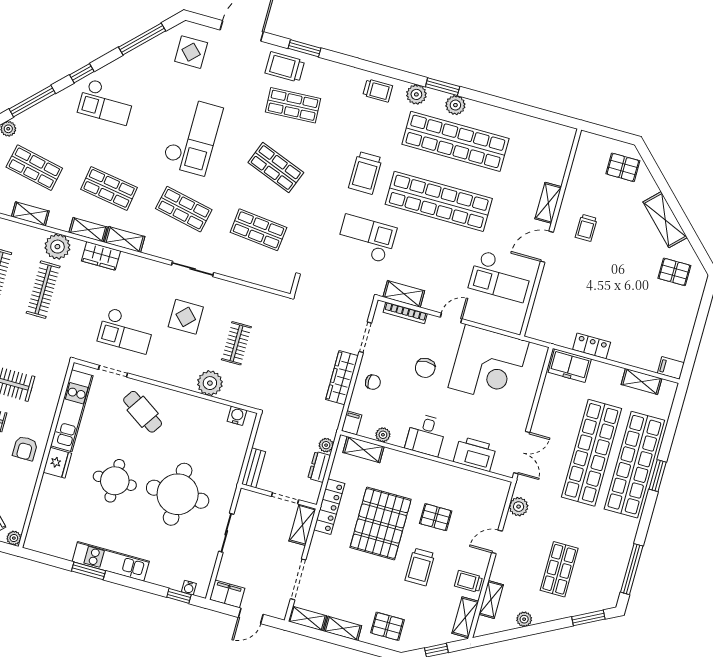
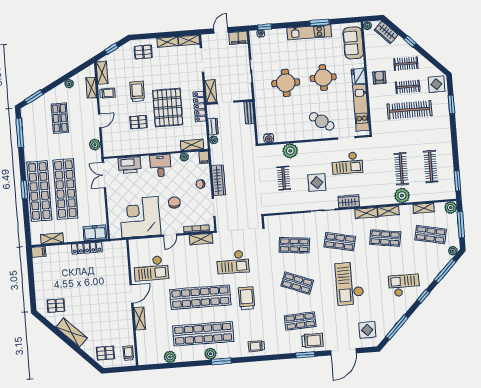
plant: (416, 94) -> (170, 357), moved
trolley: (586, 228) -> (128, 353), moved
wardrobe: (101, 256) -> (349, 201), moved
checkout: (501, 276) -> (151, 268), turned 180
checkout: (126, 331) -> (347, 163), turned 180
locker: (592, 346) -> (87, 248), width x1.53
round table: (178, 494) -> (286, 83), width x0.73, depth x0.73
sofa: (46, 519) -> (353, 43), added

